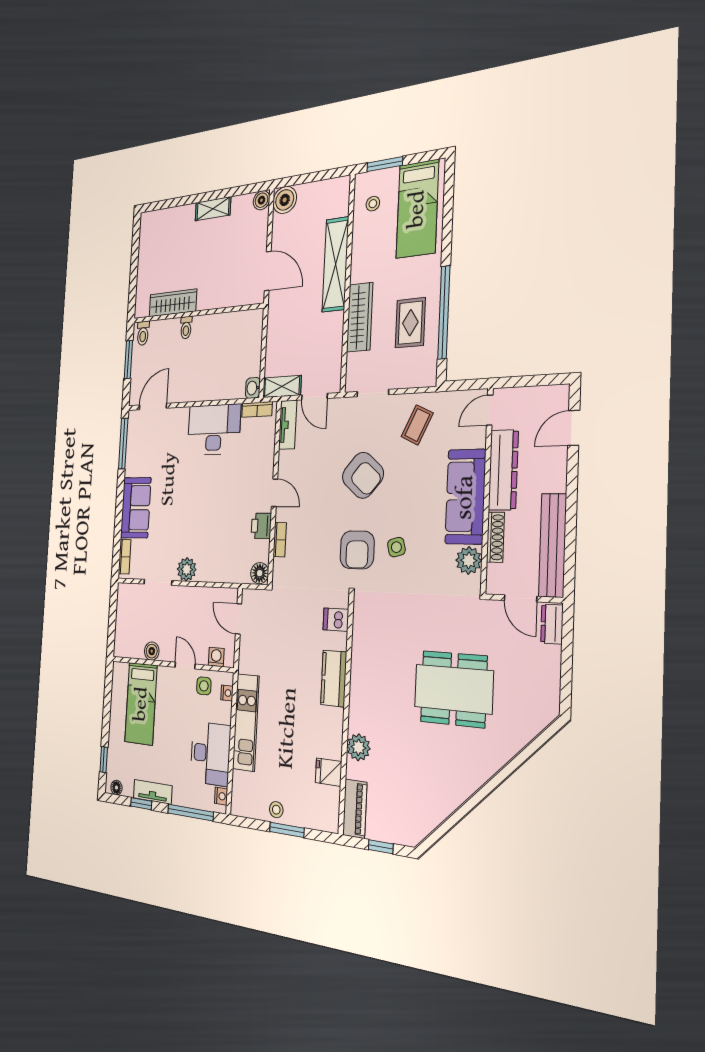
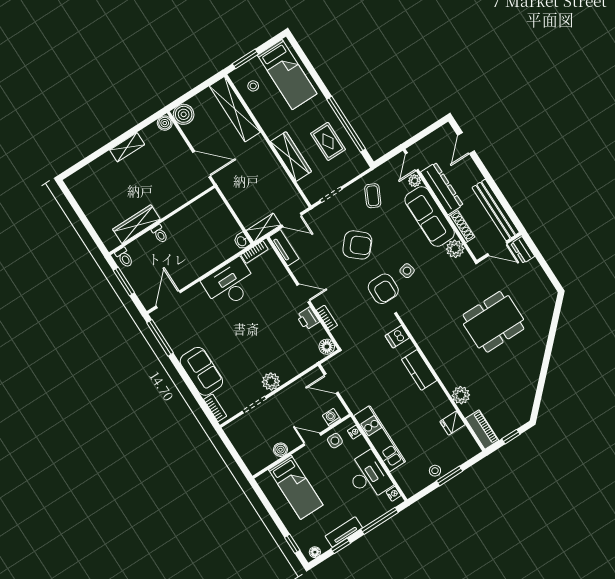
shelving: (336, 264) -> (235, 109), moved
plant: (477, 438) -> (415, 181), added

